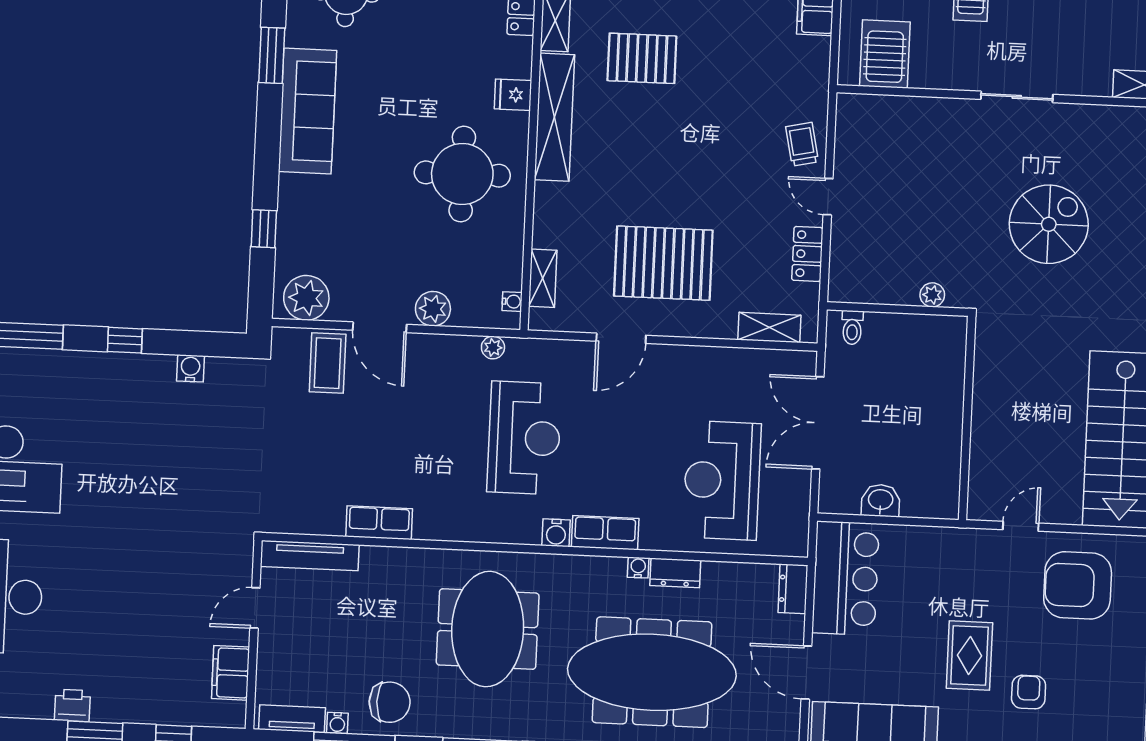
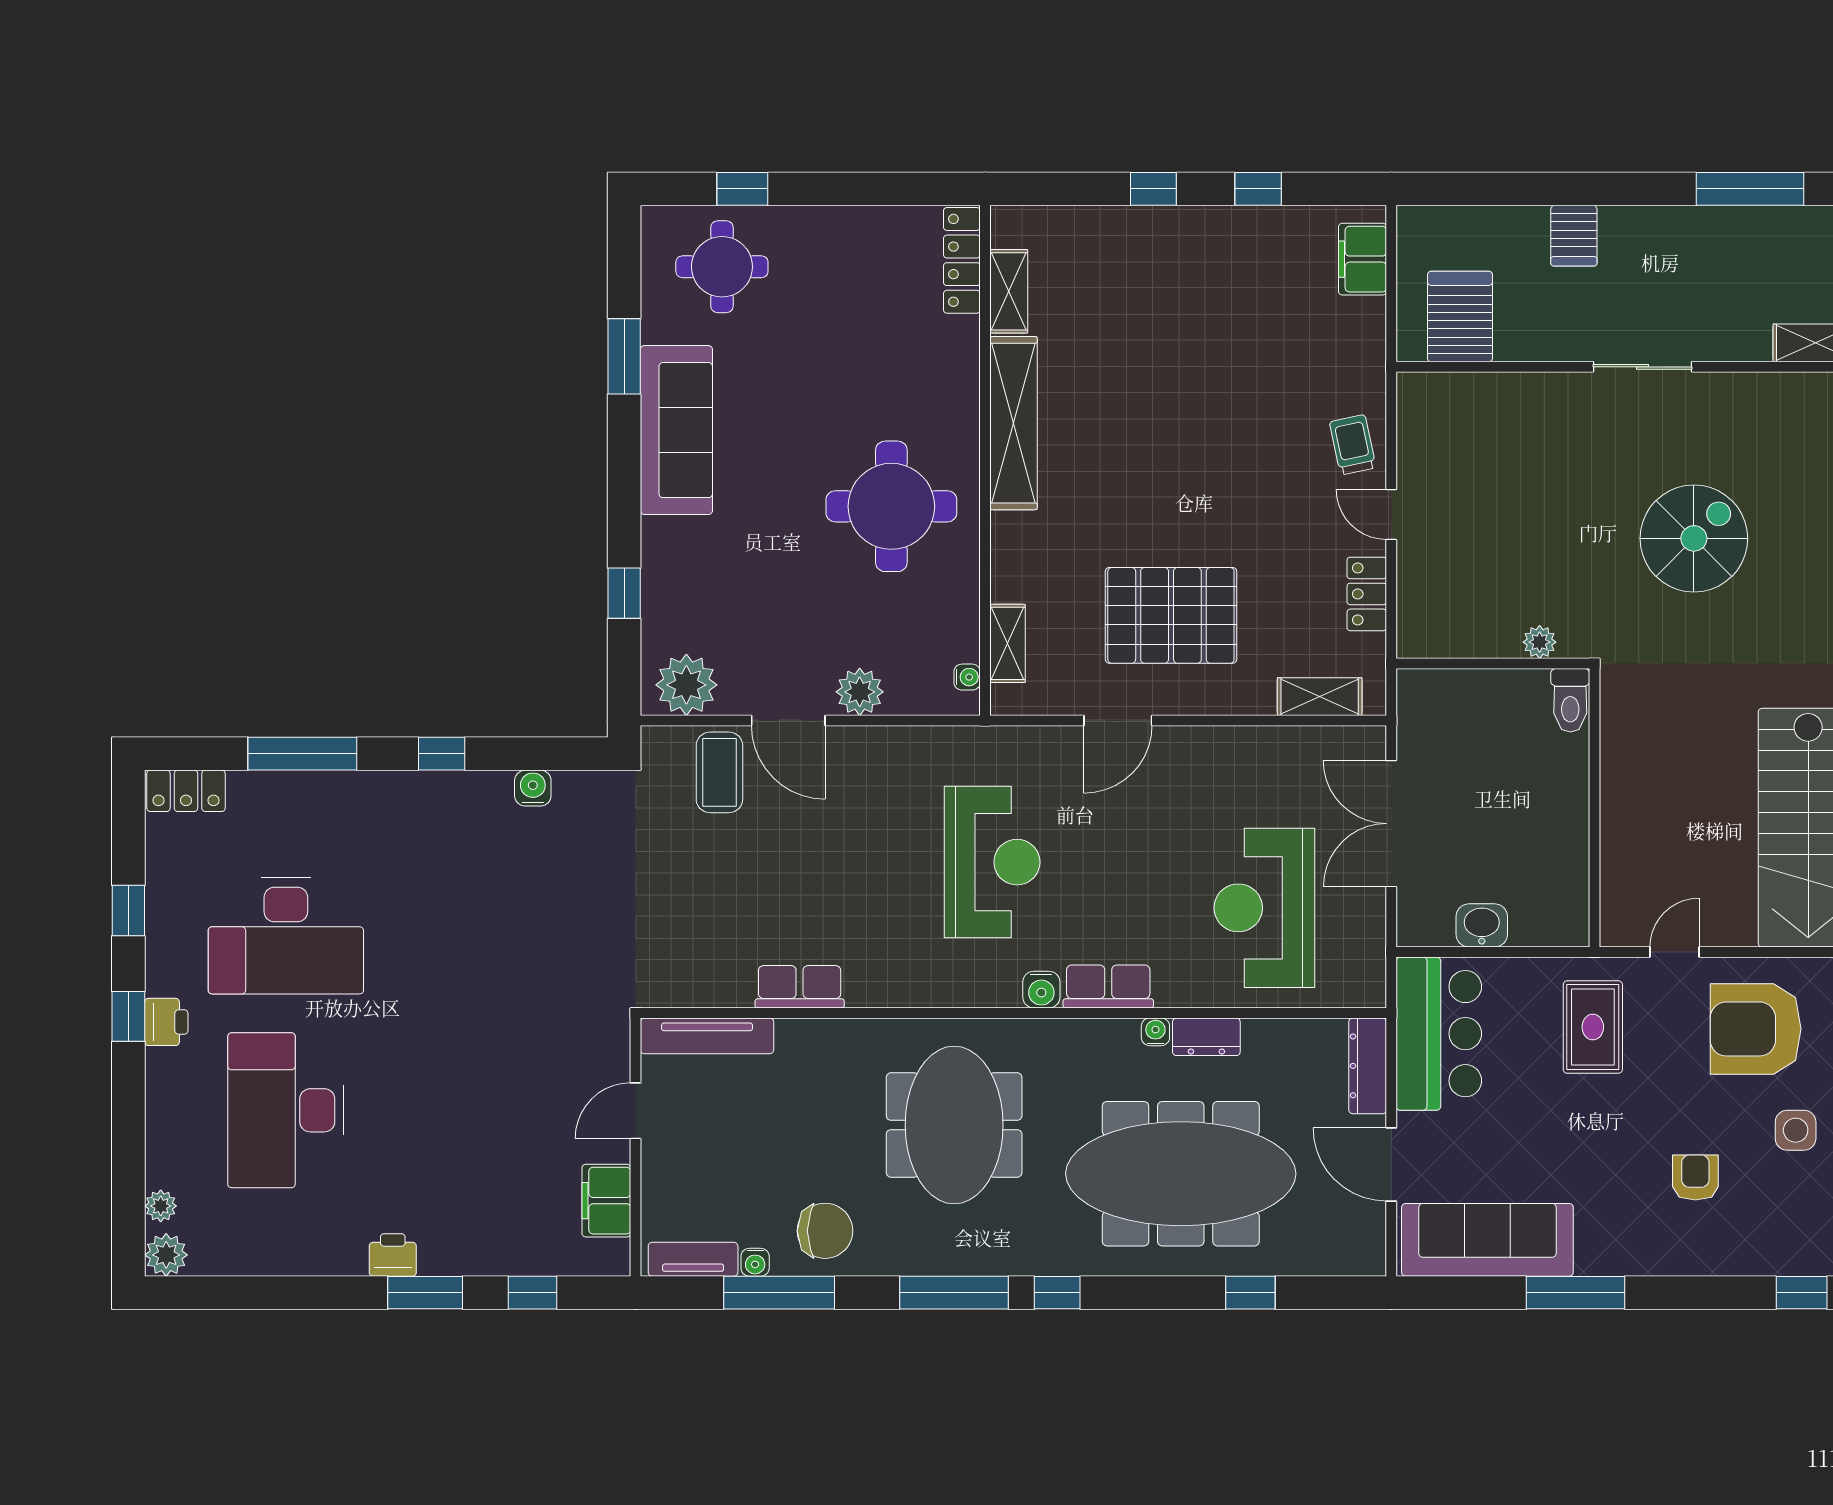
pallet: (642, 58) -> (1129, 338), removed
fridge: (513, 95) -> (956, 395), removed
toilet: (852, 327) -> (1570, 700), moved, width x1.37, depth x1.39
plant: (493, 348) -> (944, 741), removed
dresser: (793, 589) -> (1368, 1066), width x1.44
rug: (969, 656) -> (1593, 1027), moved
side table: (1103, 661) -> (1796, 1130), added

